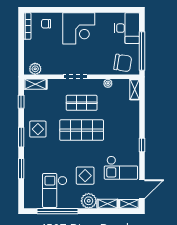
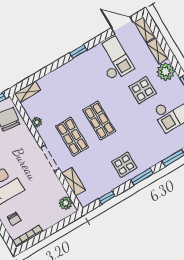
shelving: (35, 84) -> (74, 182), moved
shop shelf: (82, 130) -> (99, 121), width x0.70, depth x0.74

